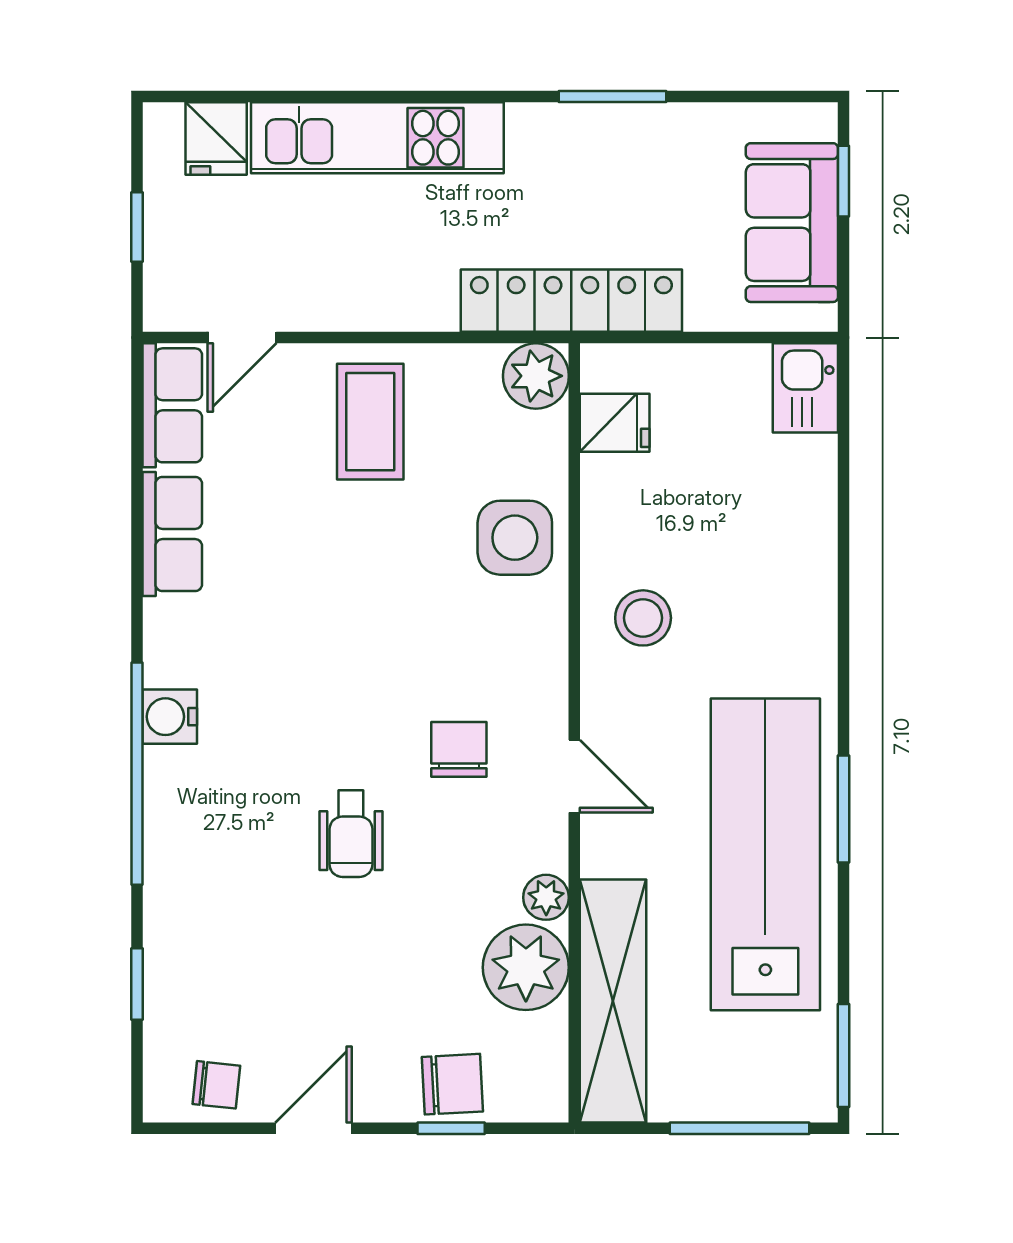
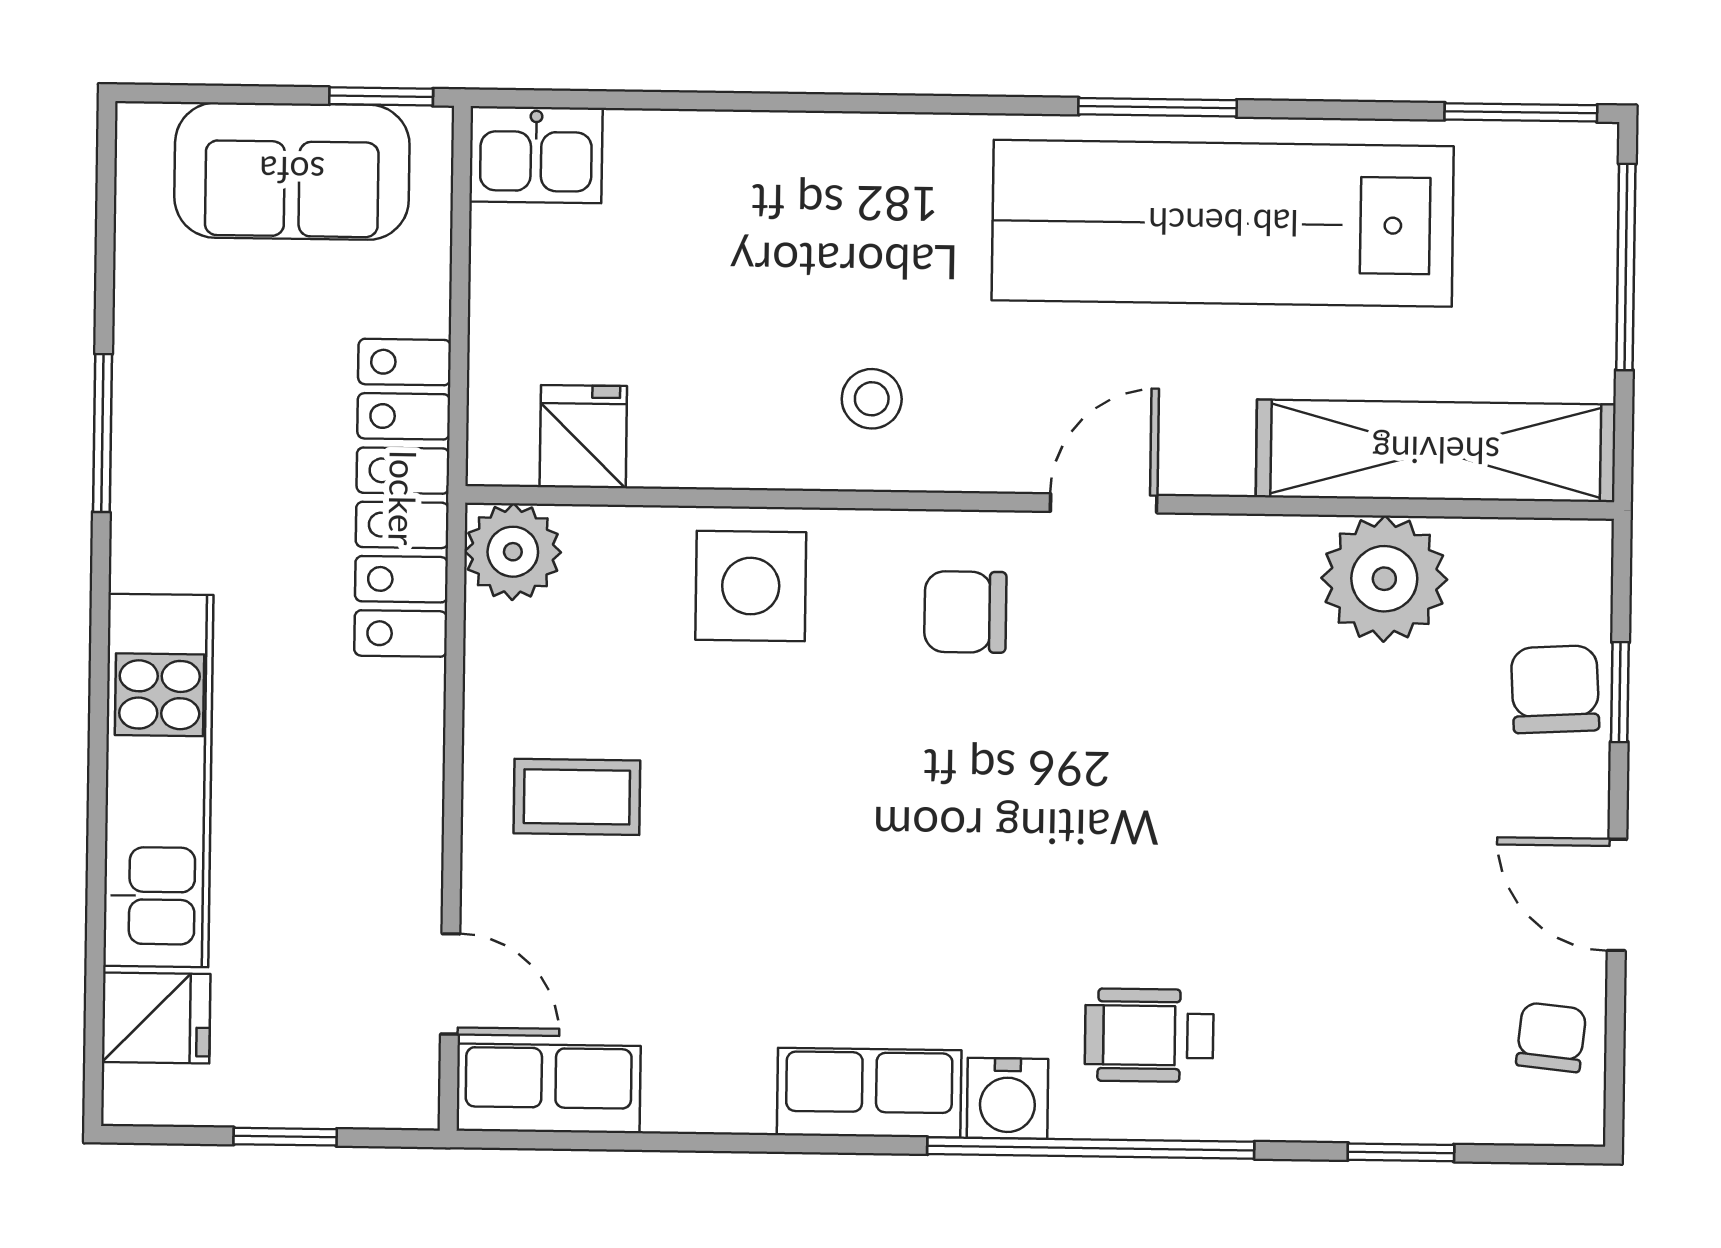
window: (843, 181) -> (381, 96), moved
coffee table: (370, 422) -> (577, 797), width x0.73, depth x0.77
row of seats: (172, 534) -> (869, 1093), moved
stool: (643, 618) -> (872, 399), width x0.73, depth x0.73
chair: (459, 749) -> (965, 612), moved
wheelchair: (351, 834) -> (1149, 1035), moved, turned 180
plant: (546, 897) -> (1282, 547), removed

